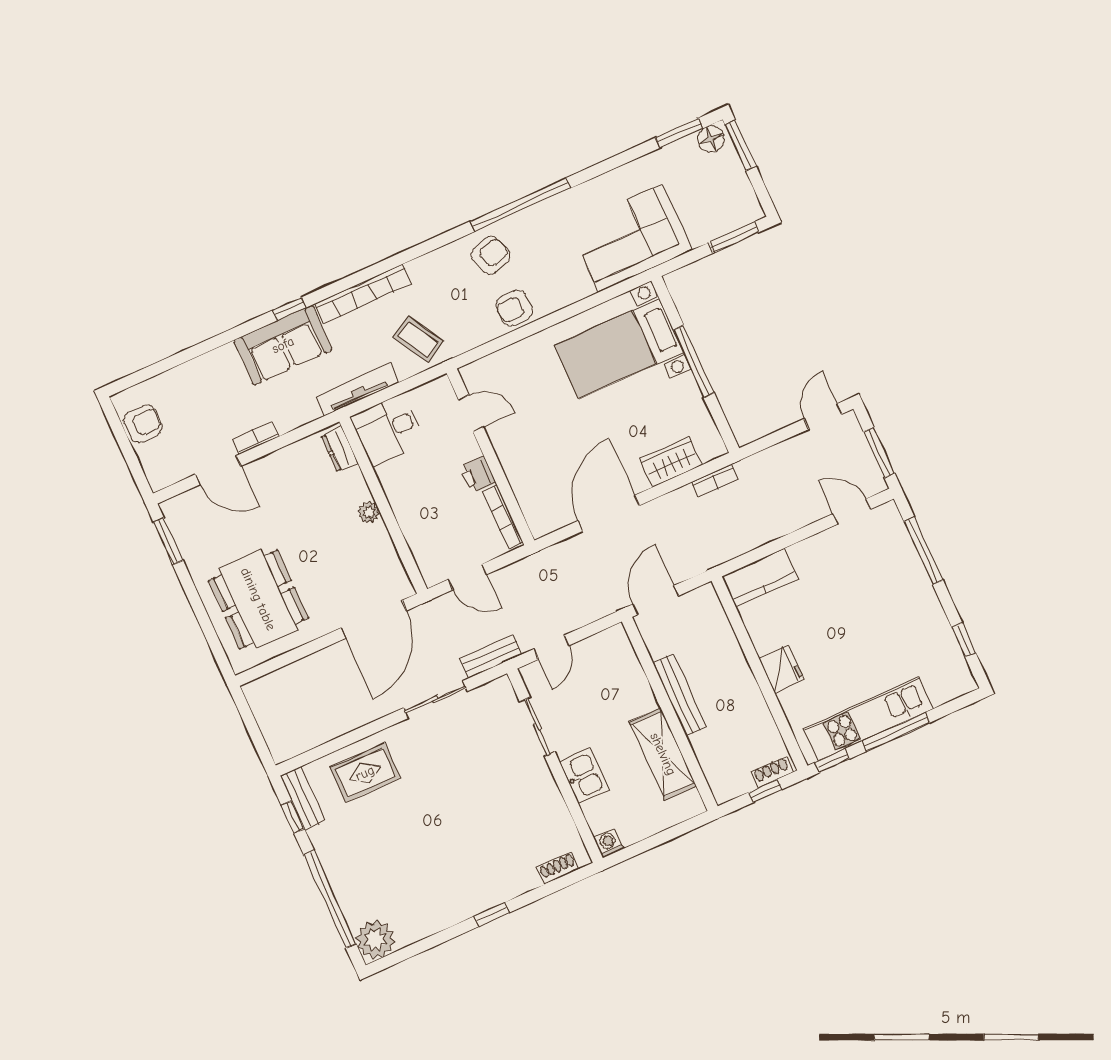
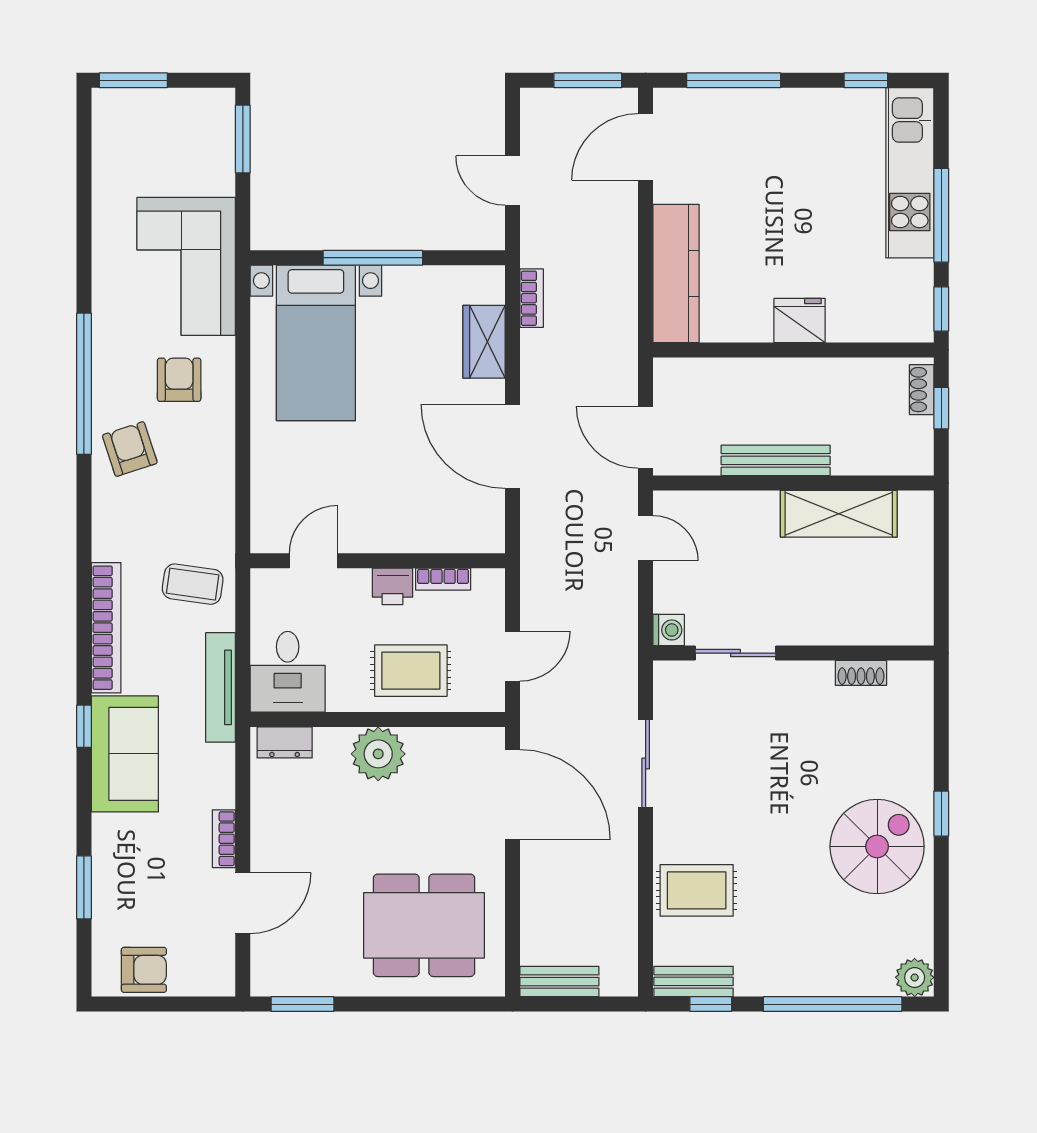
window: (679, 133) -> (84, 887), moved
floor lamp: (711, 139) -> (109, 113), removed
armchair: (514, 308) -> (179, 380), moved, turned 180
coffee table: (418, 339) -> (193, 584), turned 38
door: (823, 416) -> (513, 181), moved
armchair: (143, 424) -> (144, 970), turned 90
plant: (369, 512) -> (378, 754), width x1.88, depth x1.88
door: (852, 512) -> (646, 147), width x1.38
rug: (426, 513) -> (411, 671), added
bookcase: (503, 517) -> (443, 579), width x0.64
kitchen counter: (760, 578) -> (676, 273), width x1.50
door: (551, 647) -> (646, 538), moved
bench: (491, 656) -> (559, 982), moved, turned 90
kitchen unit: (868, 719) -> (910, 173), moved
rug: (365, 773) -> (697, 890), turned 90
kitchen sink: (584, 776) -> (822, 623), removed
washing machine: (609, 843) -> (669, 630), moved, turned 180
shoe rack: (558, 868) -> (861, 673), moved, turned -90
spiral stairs: (450, 881) -> (877, 846), added
plant: (375, 940) -> (915, 977), width x0.73, depth x0.73

